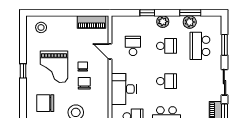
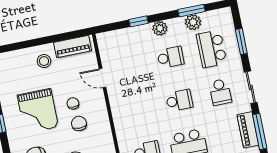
stool: (41, 27) -> (44, 61), moved
school desk: (133, 46) -> (220, 92), moved, turned 180
desk: (124, 89) -> (129, 121), removed

